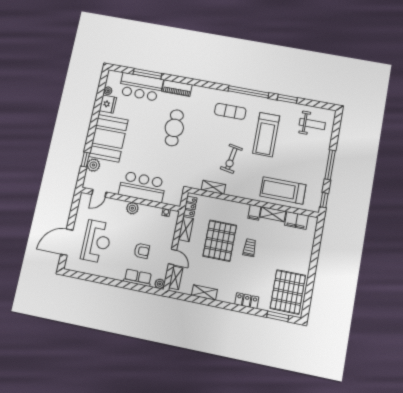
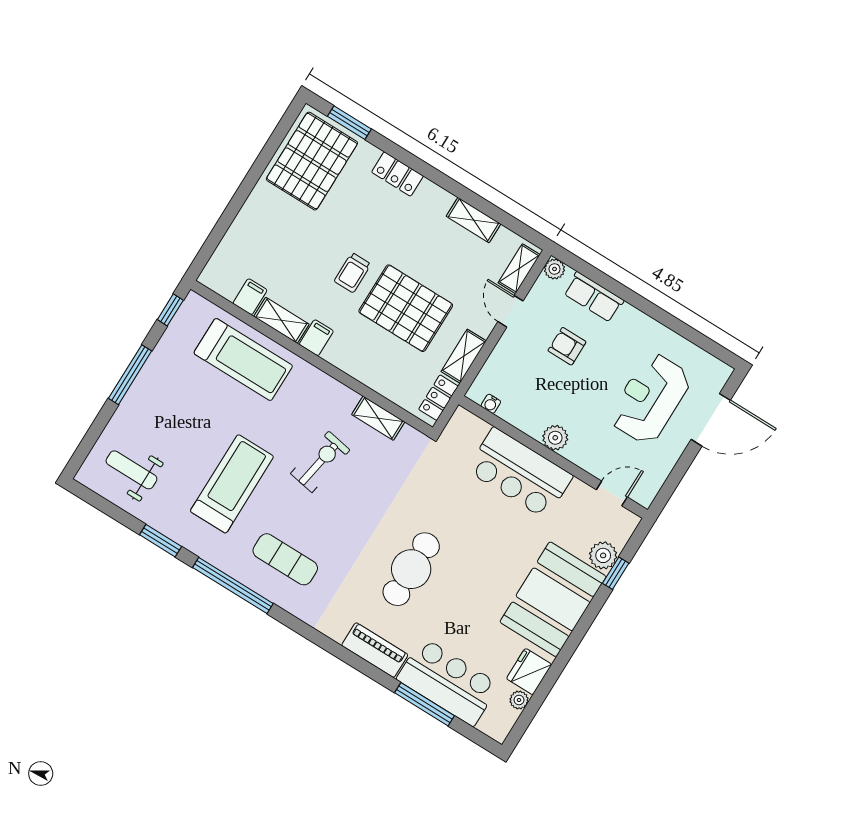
filing cabinet: (296, 220) -> (250, 297), width x0.50
pallet: (220, 241) -> (406, 308), turned 90

